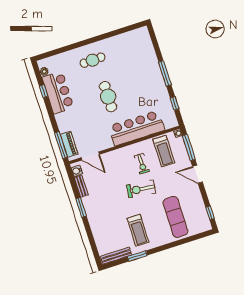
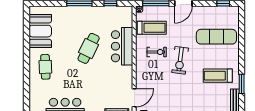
booth: (126, 44) -> (40, 31), added
cafe table: (108, 97) -> (89, 48), moved, turned -64
bar counter: (137, 128) -> (122, 46), width x0.73
treadmill: (138, 230) -> (218, 76), turned 180

